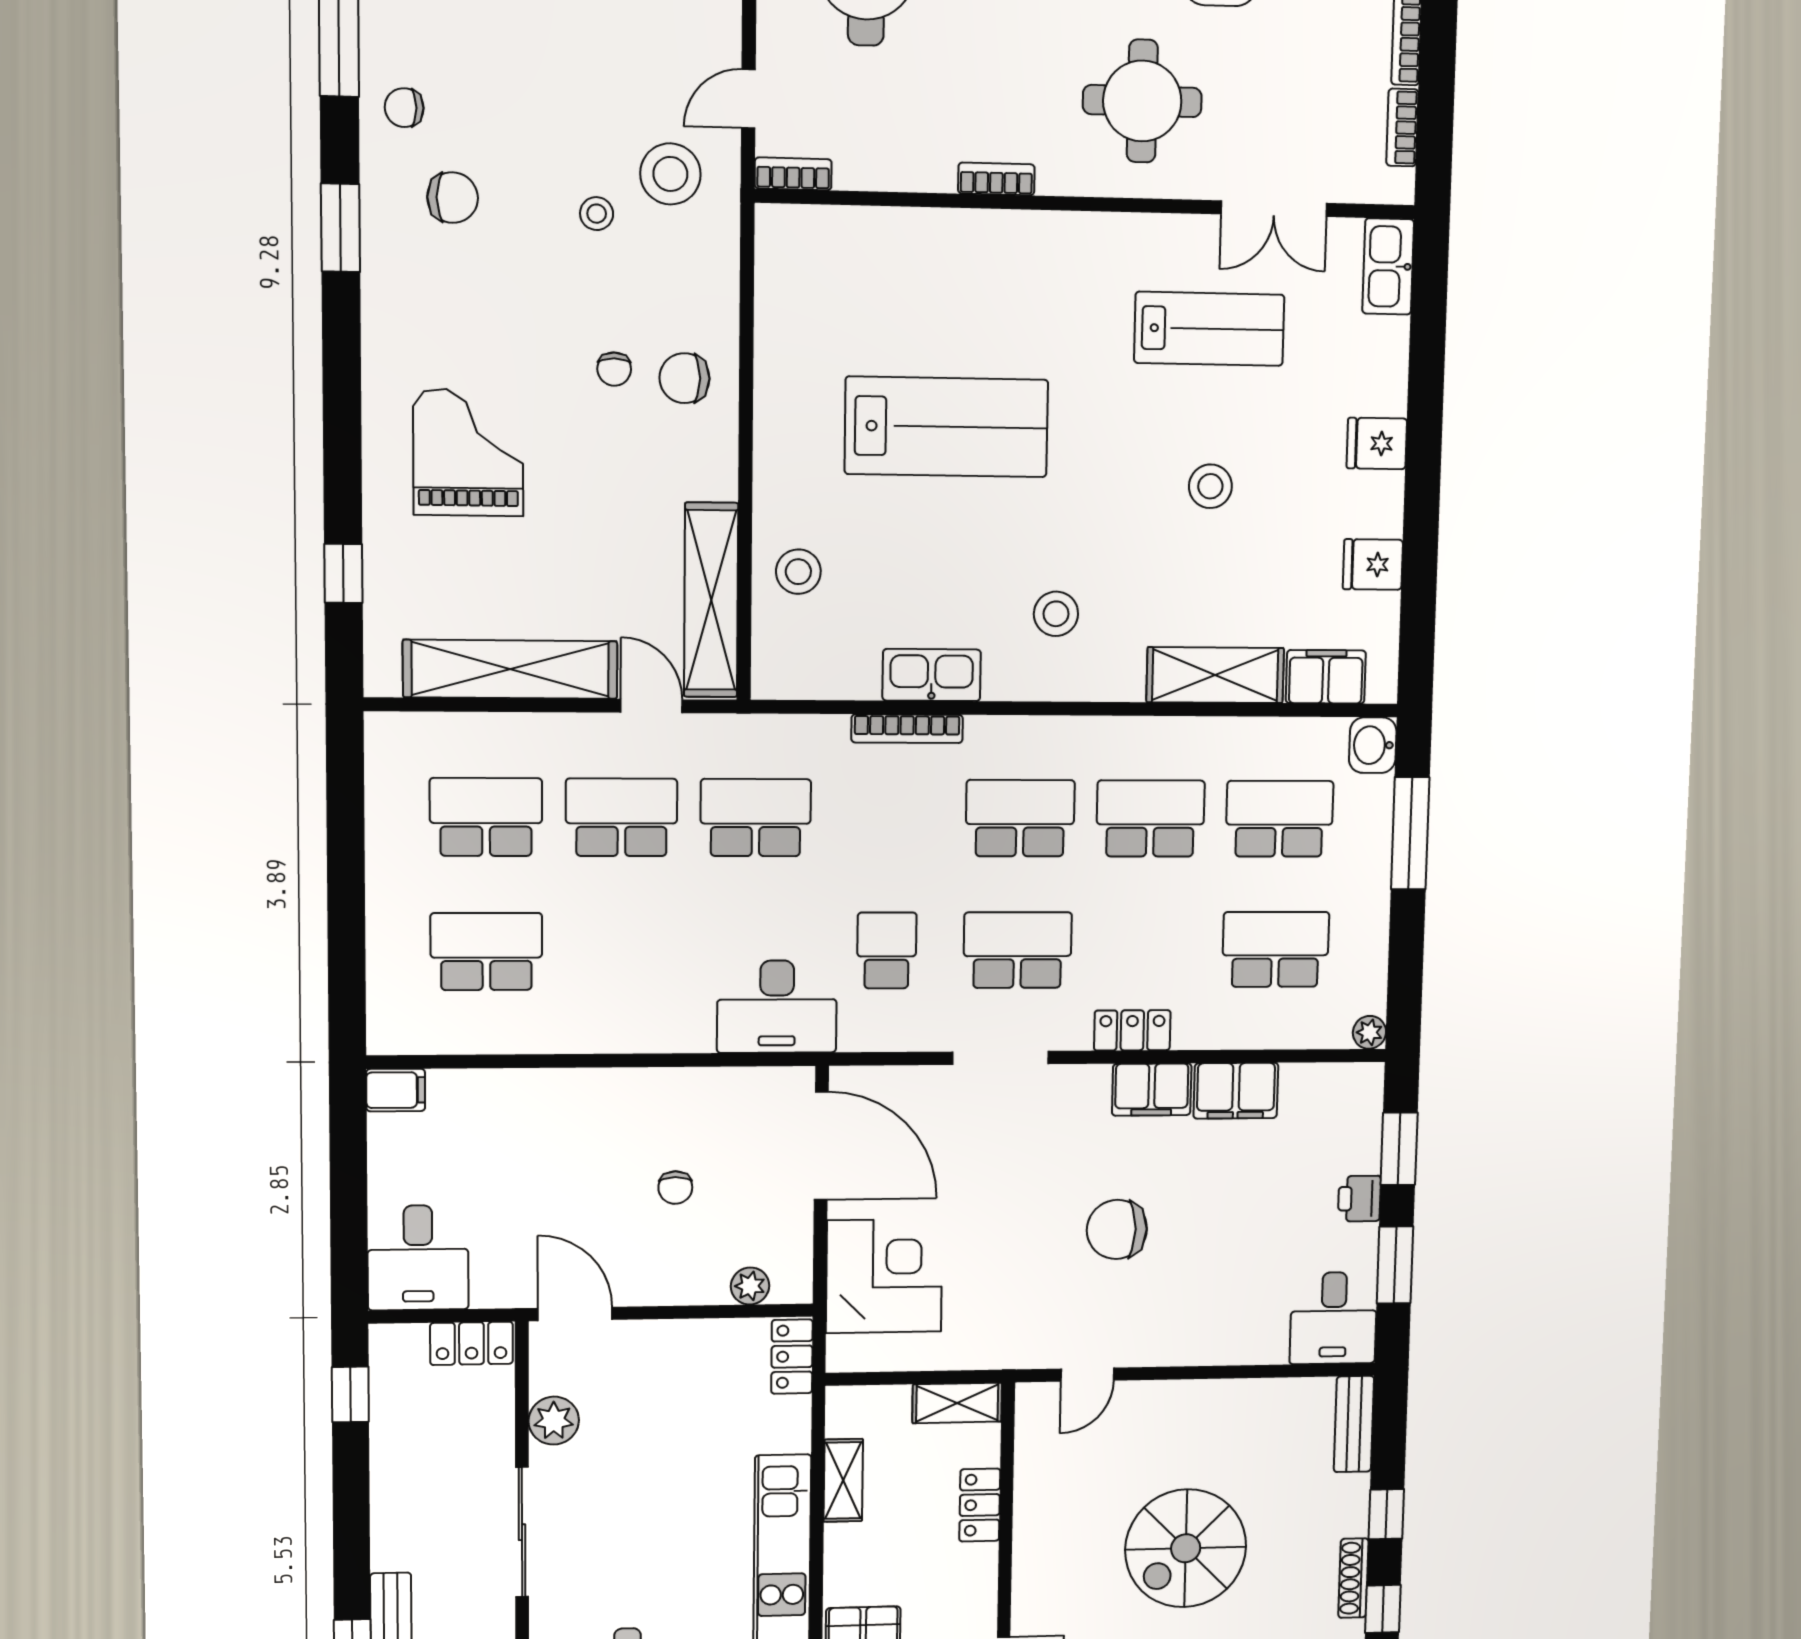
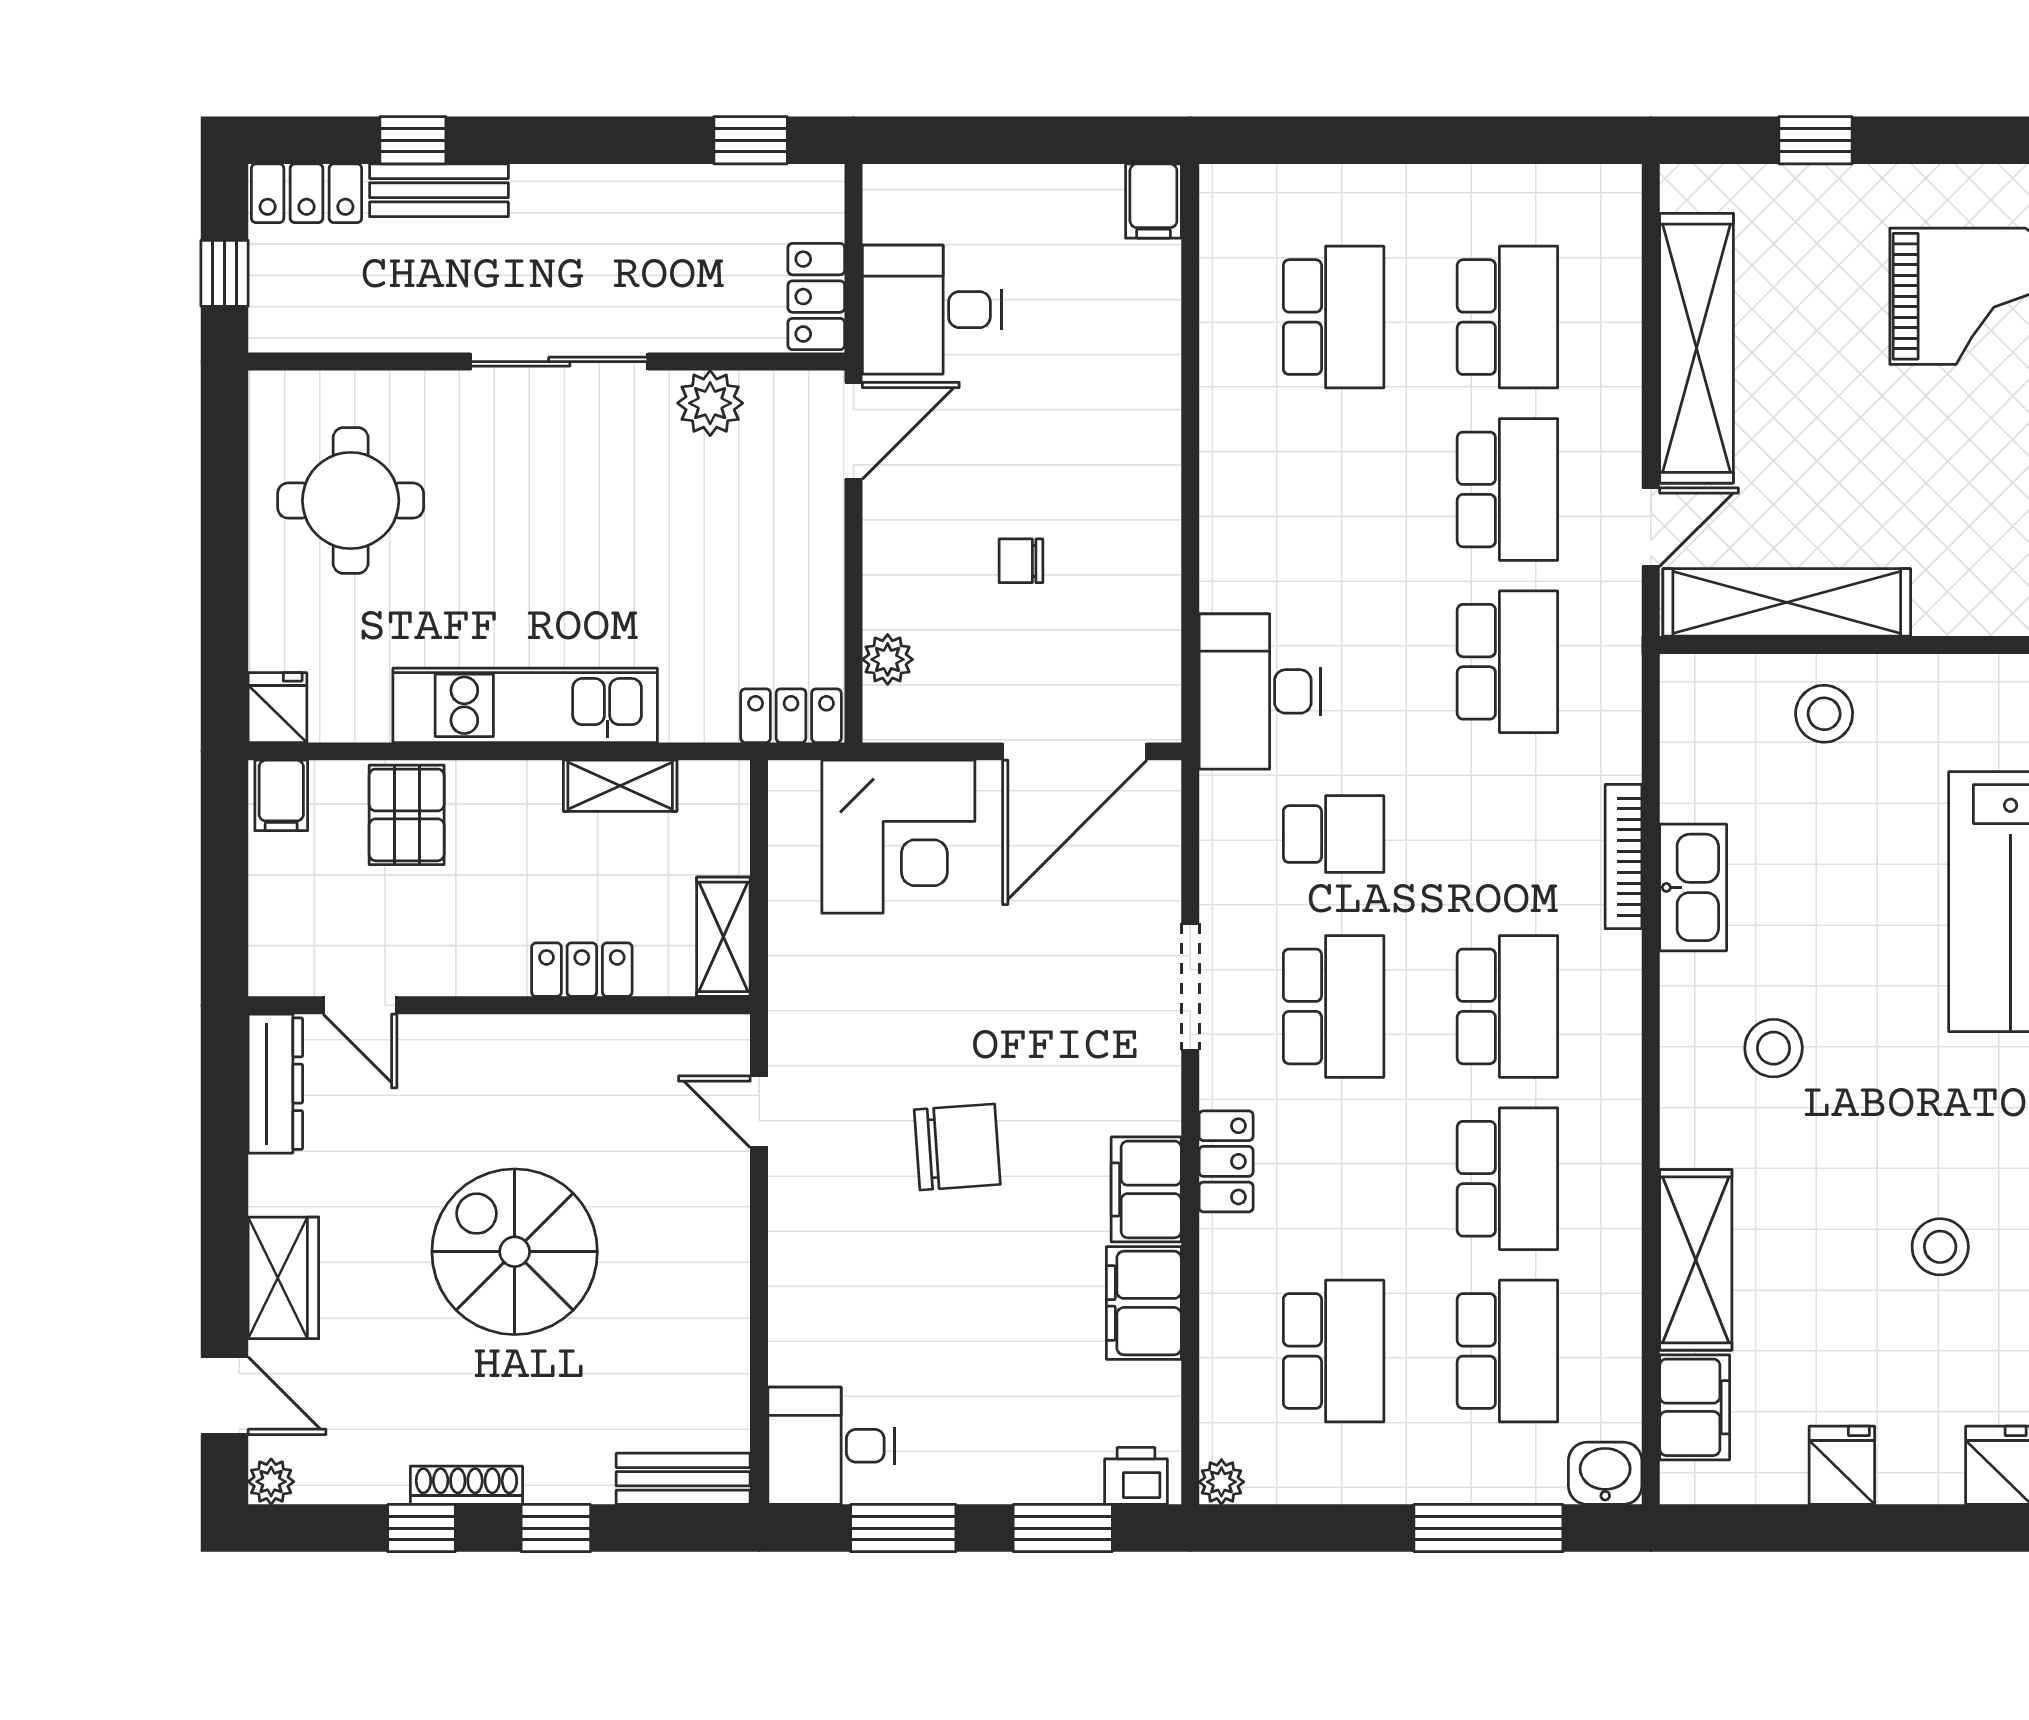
printer: (1359, 1199) -> (1136, 1476), moved
chair: (1117, 1229) -> (957, 1147), turned 86
desk: (418, 1258) -> (932, 310), moved

